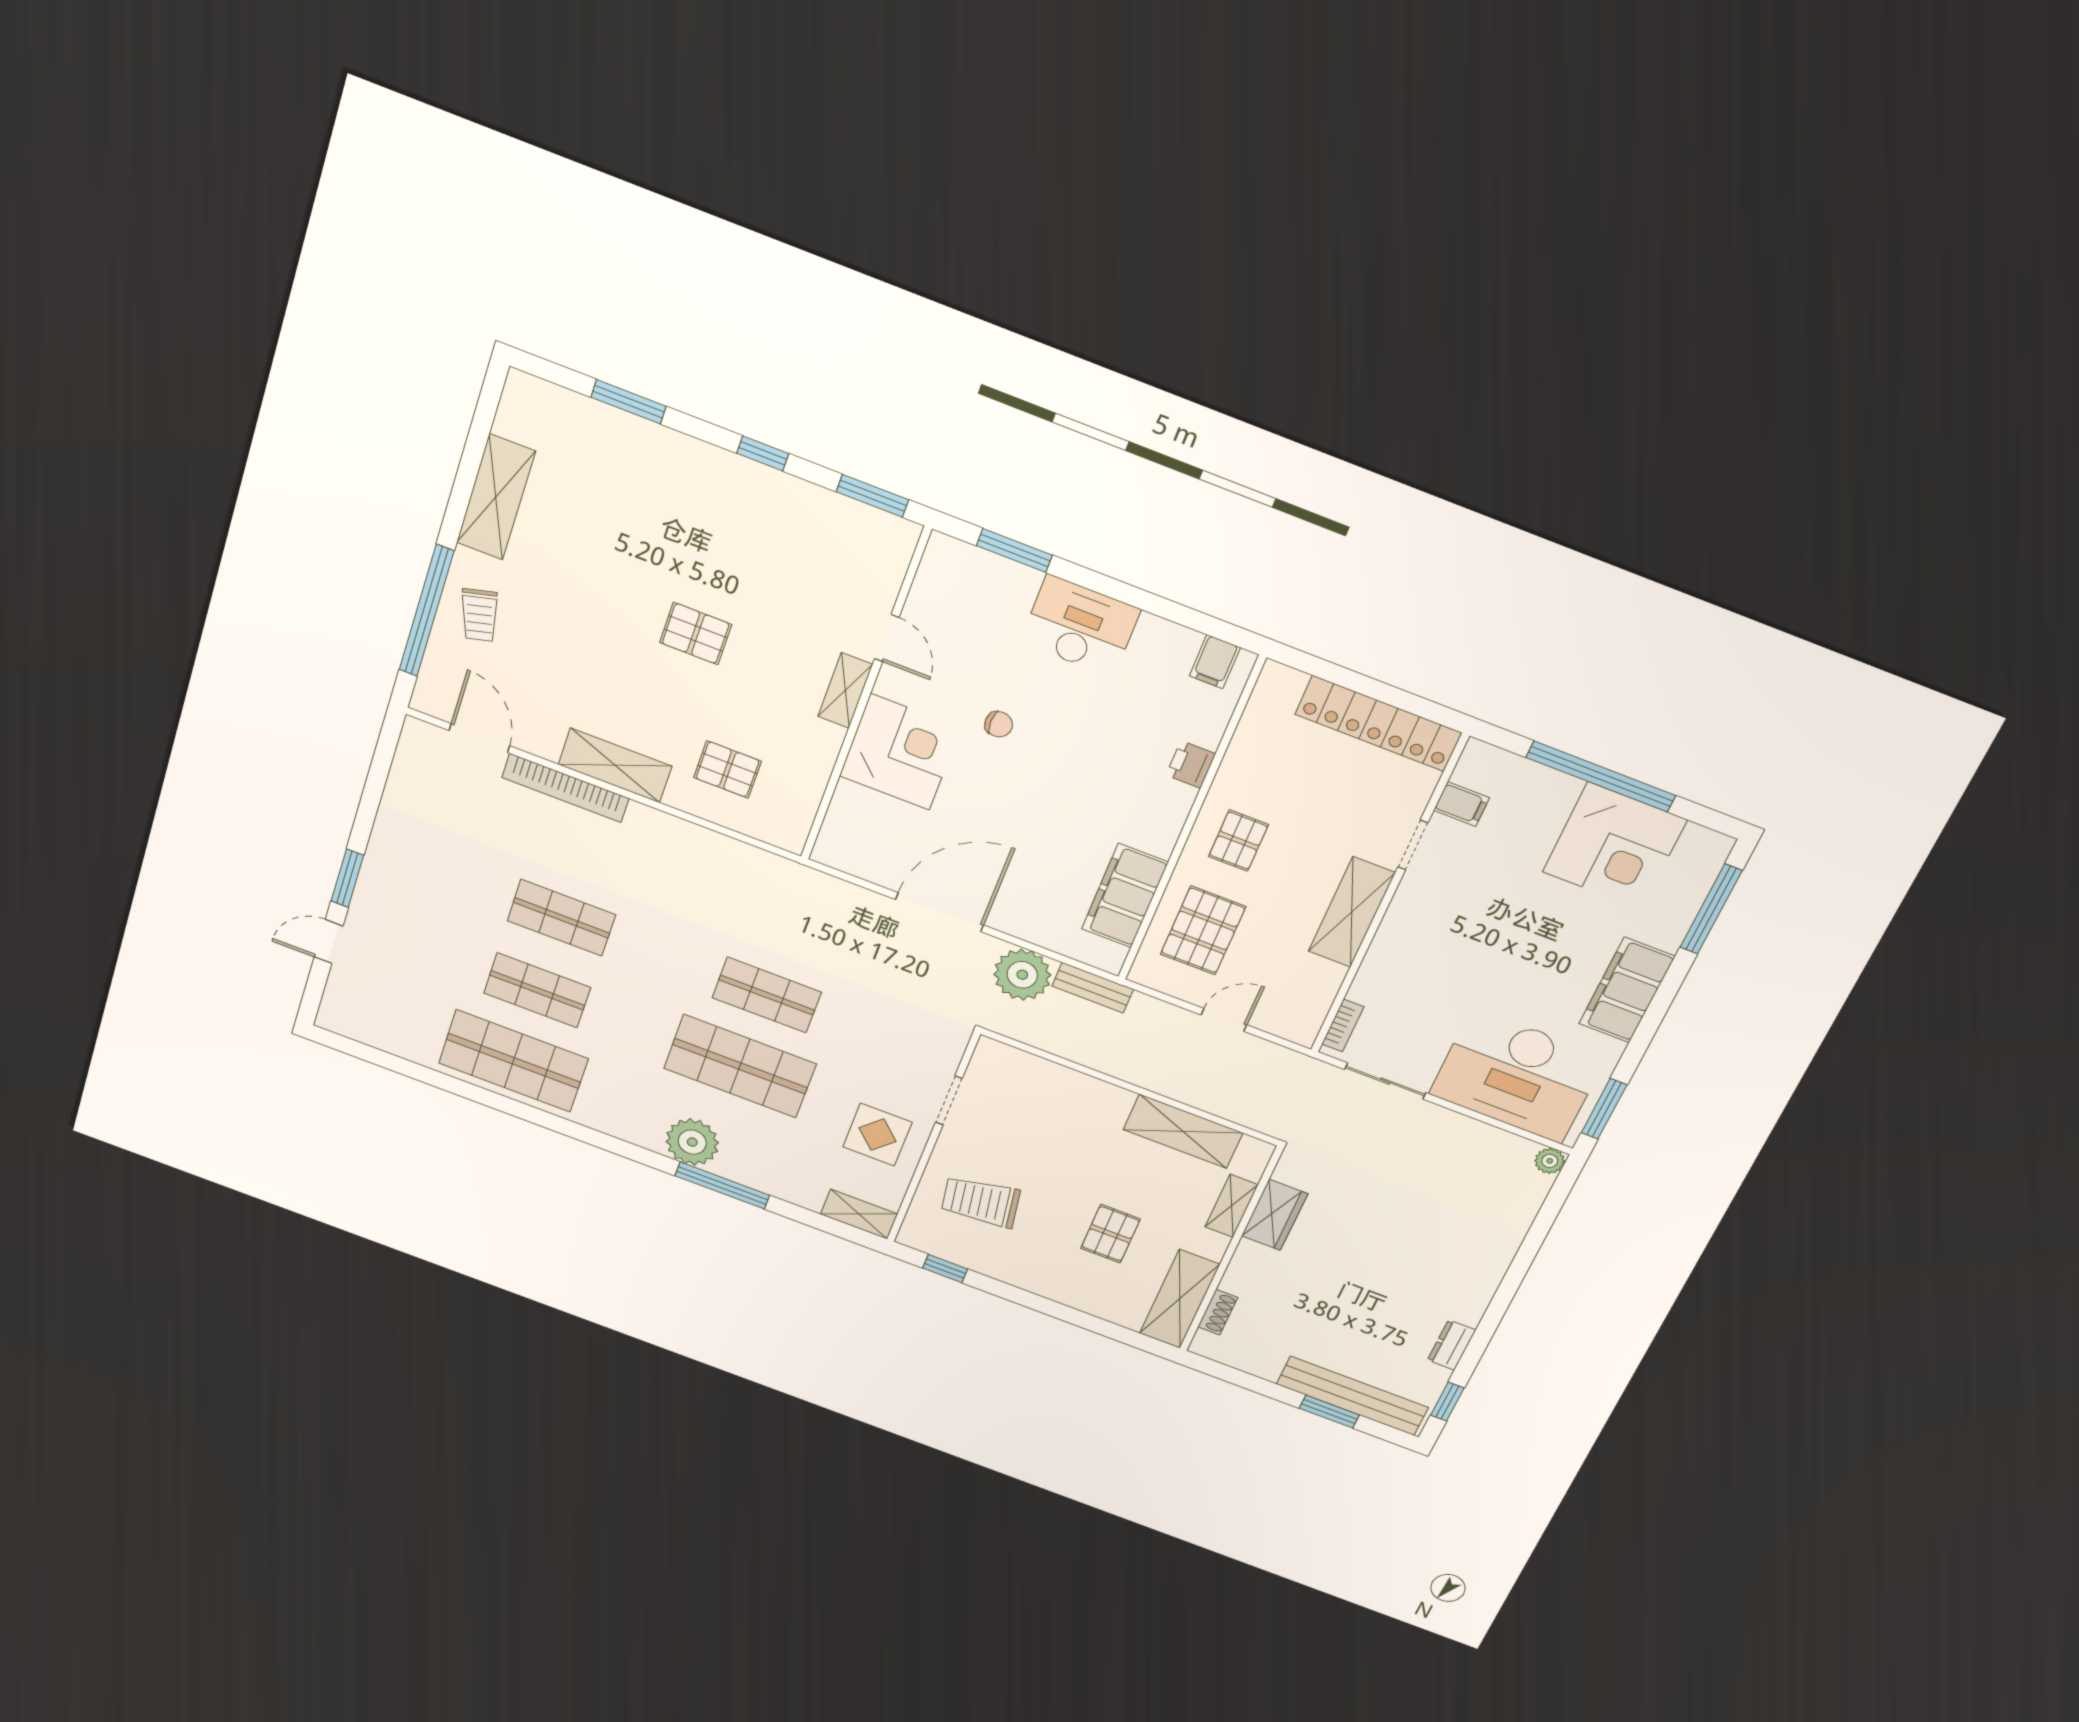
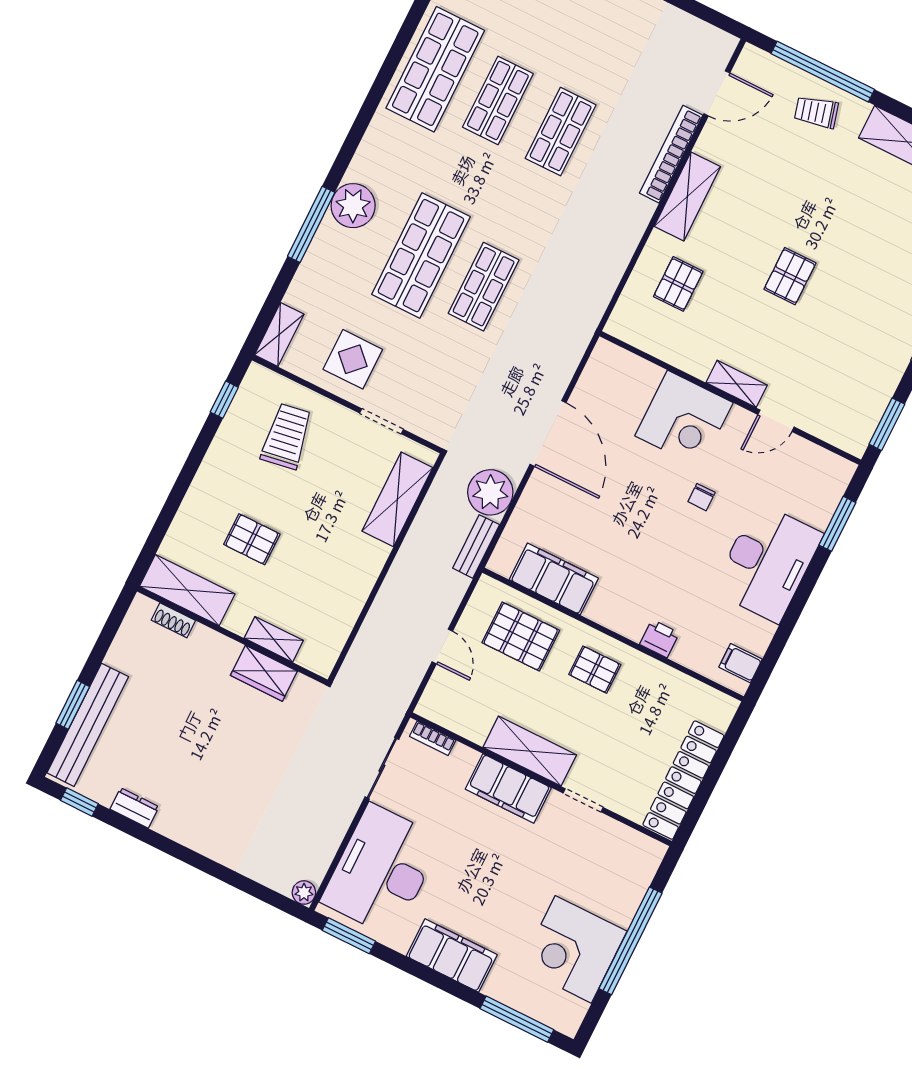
desk: (1080, 626) -> (768, 562), width x1.36, depth x1.30
filing cabinet: (1462, 804) -> (508, 788), moved, width x3.00, depth x1.17
shelving: (1183, 1131) -> (397, 499), moved

